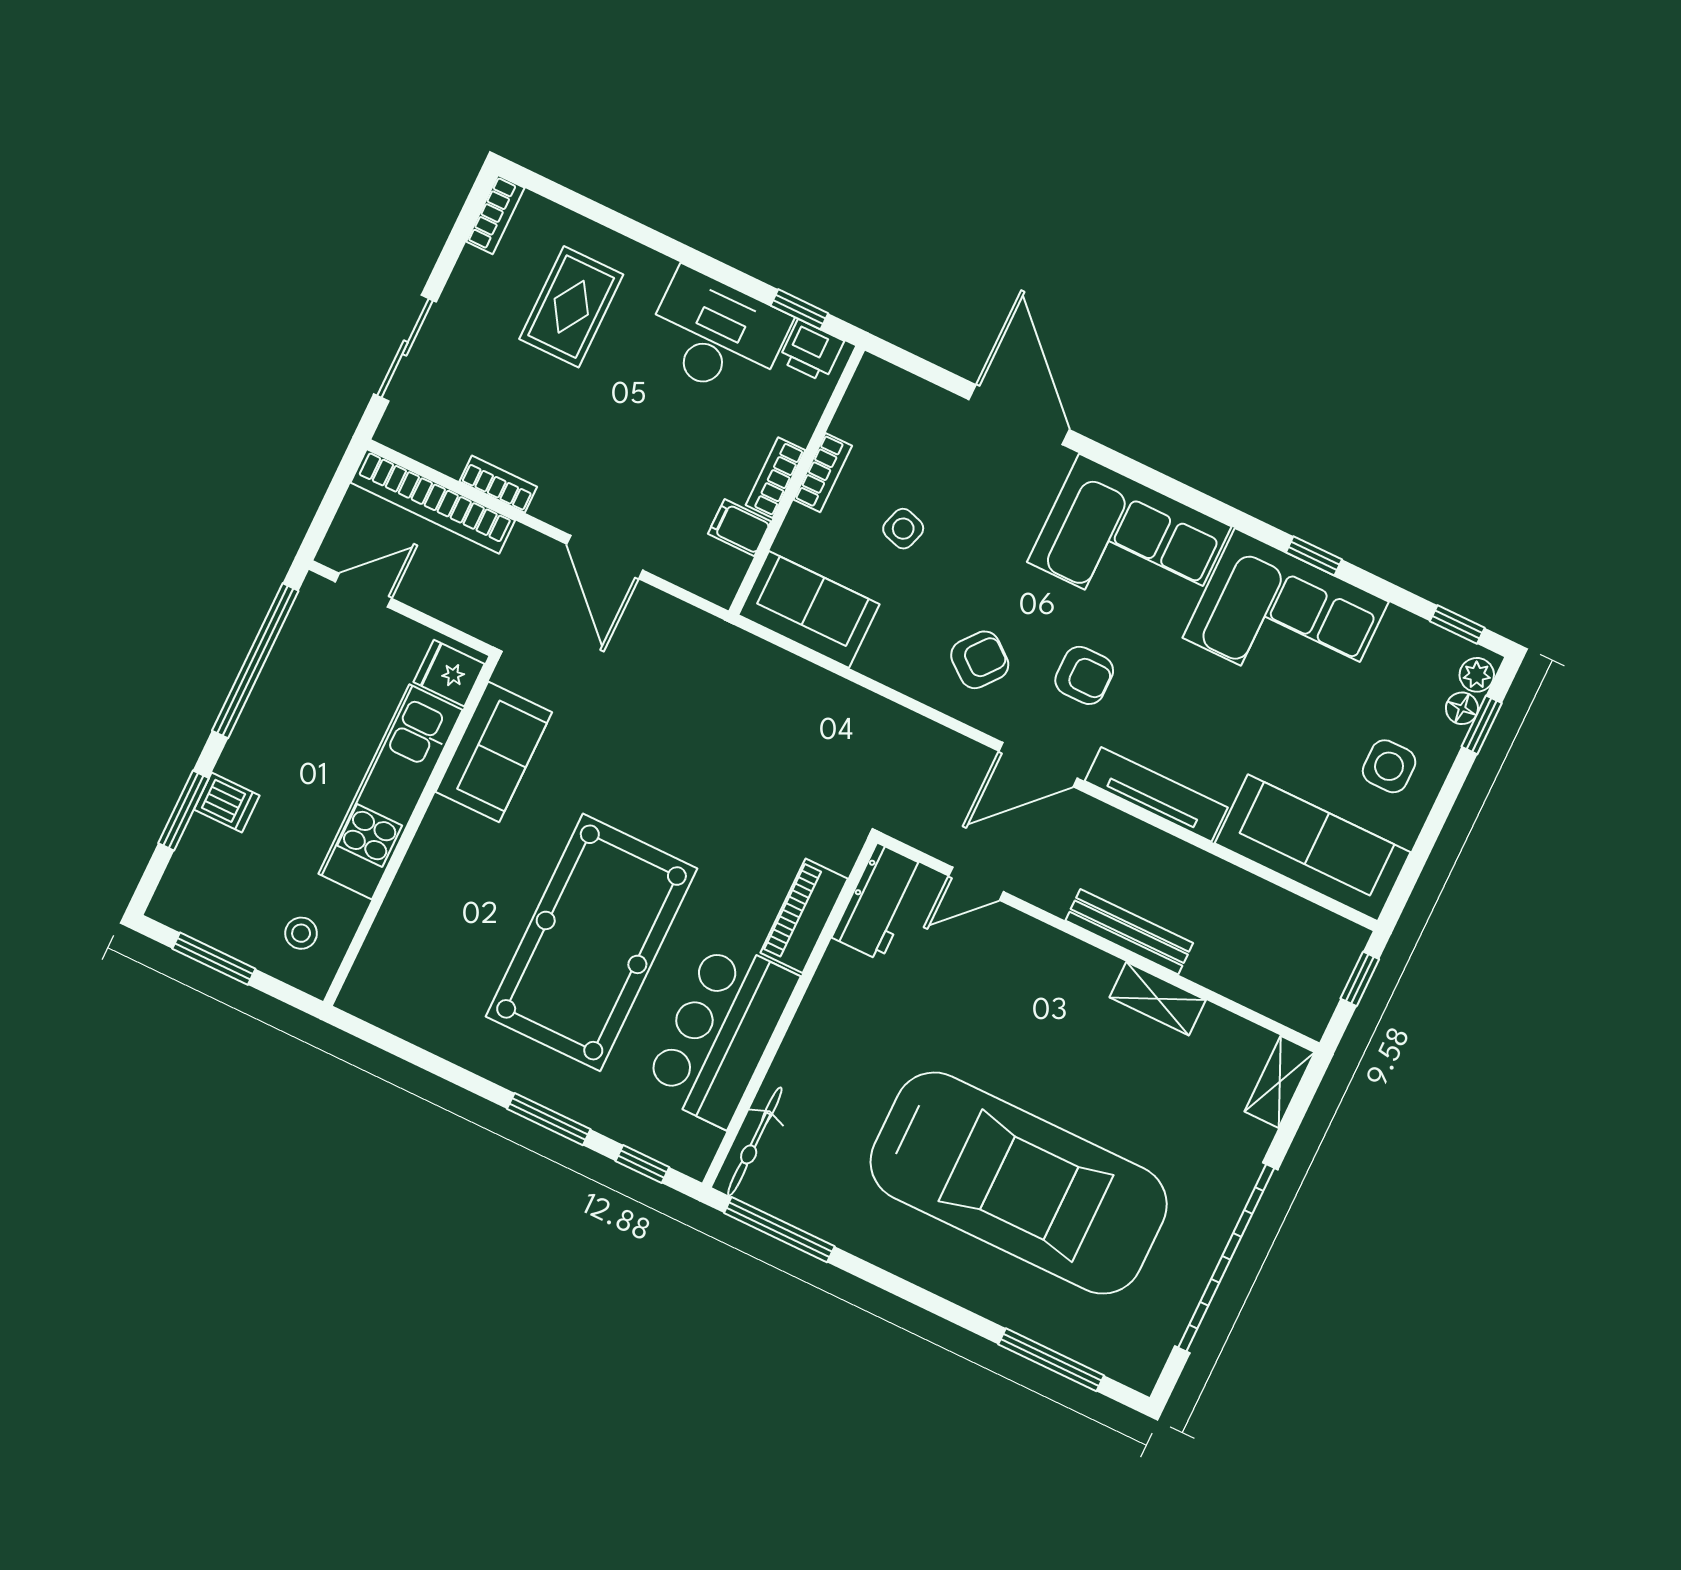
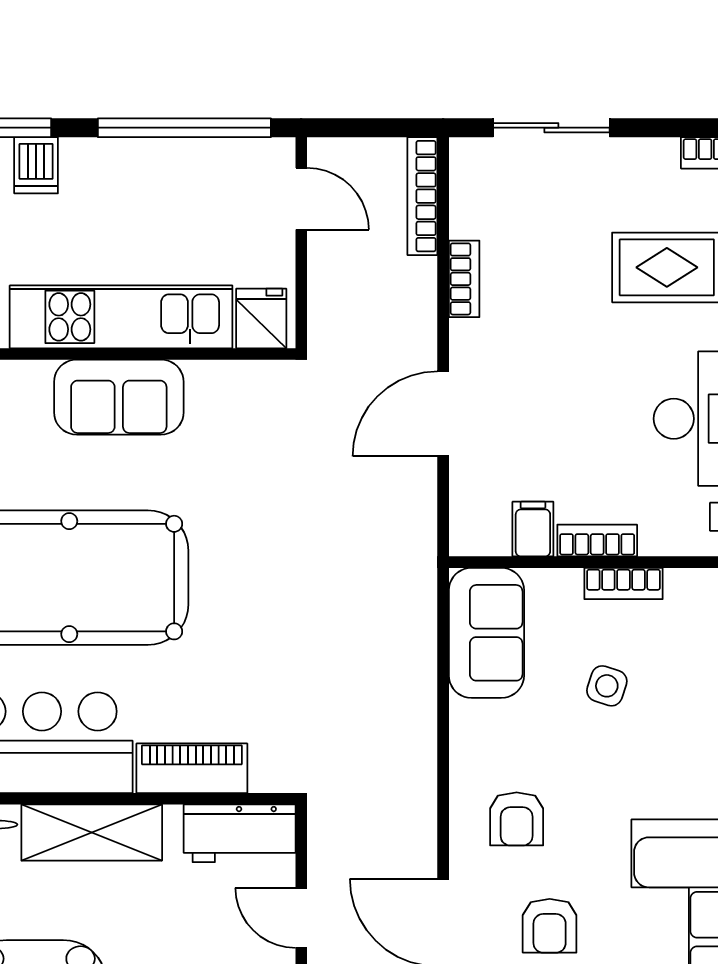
bookcase: (433, 501) -> (422, 196), width x0.68, depth x0.76
armchair: (980, 660) -> (517, 819), turned 51
sofa: (494, 752) -> (119, 397), moved
shelving: (818, 1027) -> (92, 833), added

